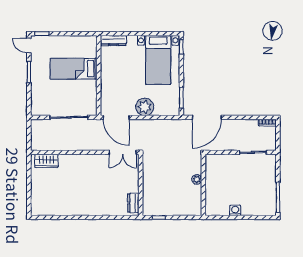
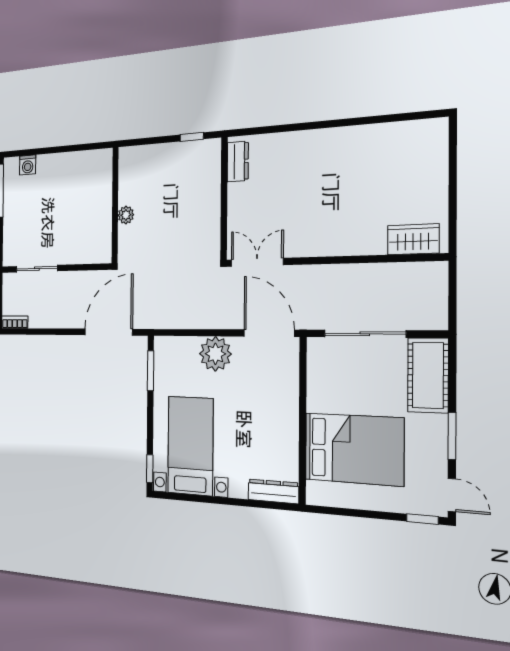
bed: (74, 69) -> (354, 449), width x1.50
cot: (40, 99) -> (428, 375), added
washing machine: (235, 210) -> (28, 165), moved

